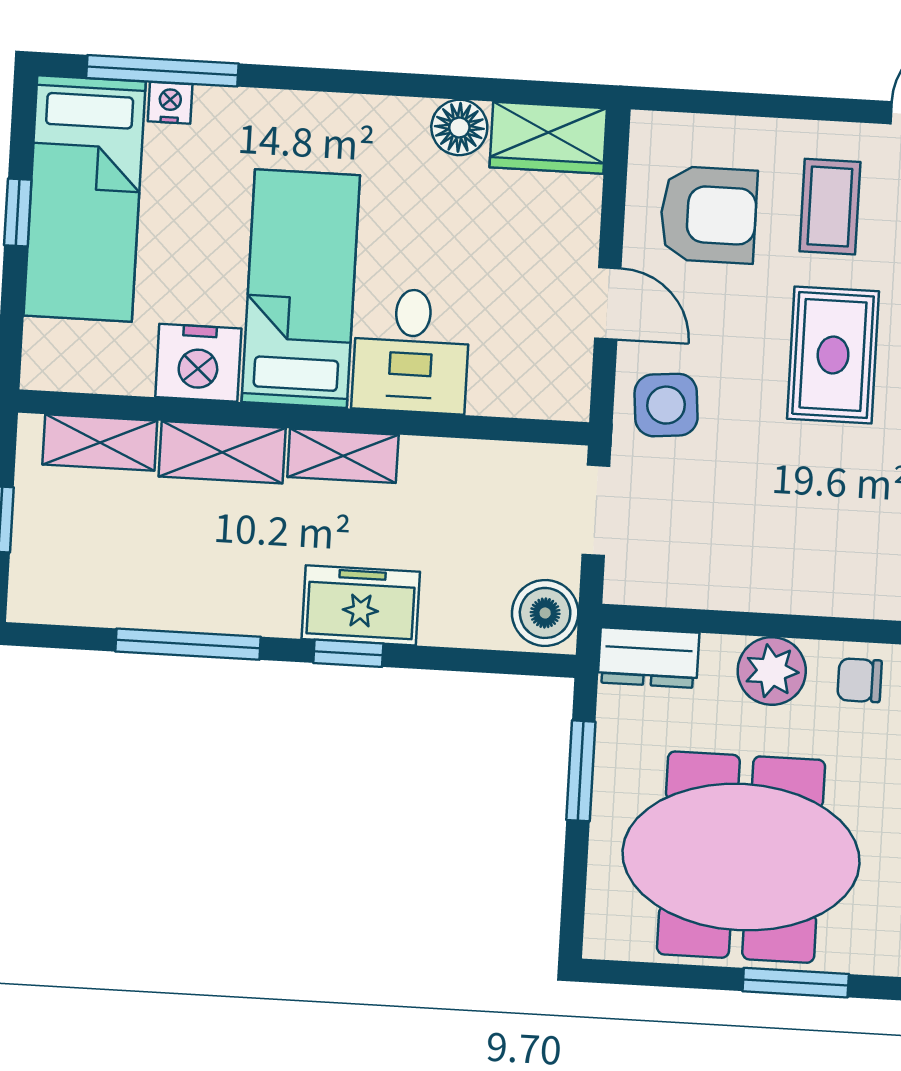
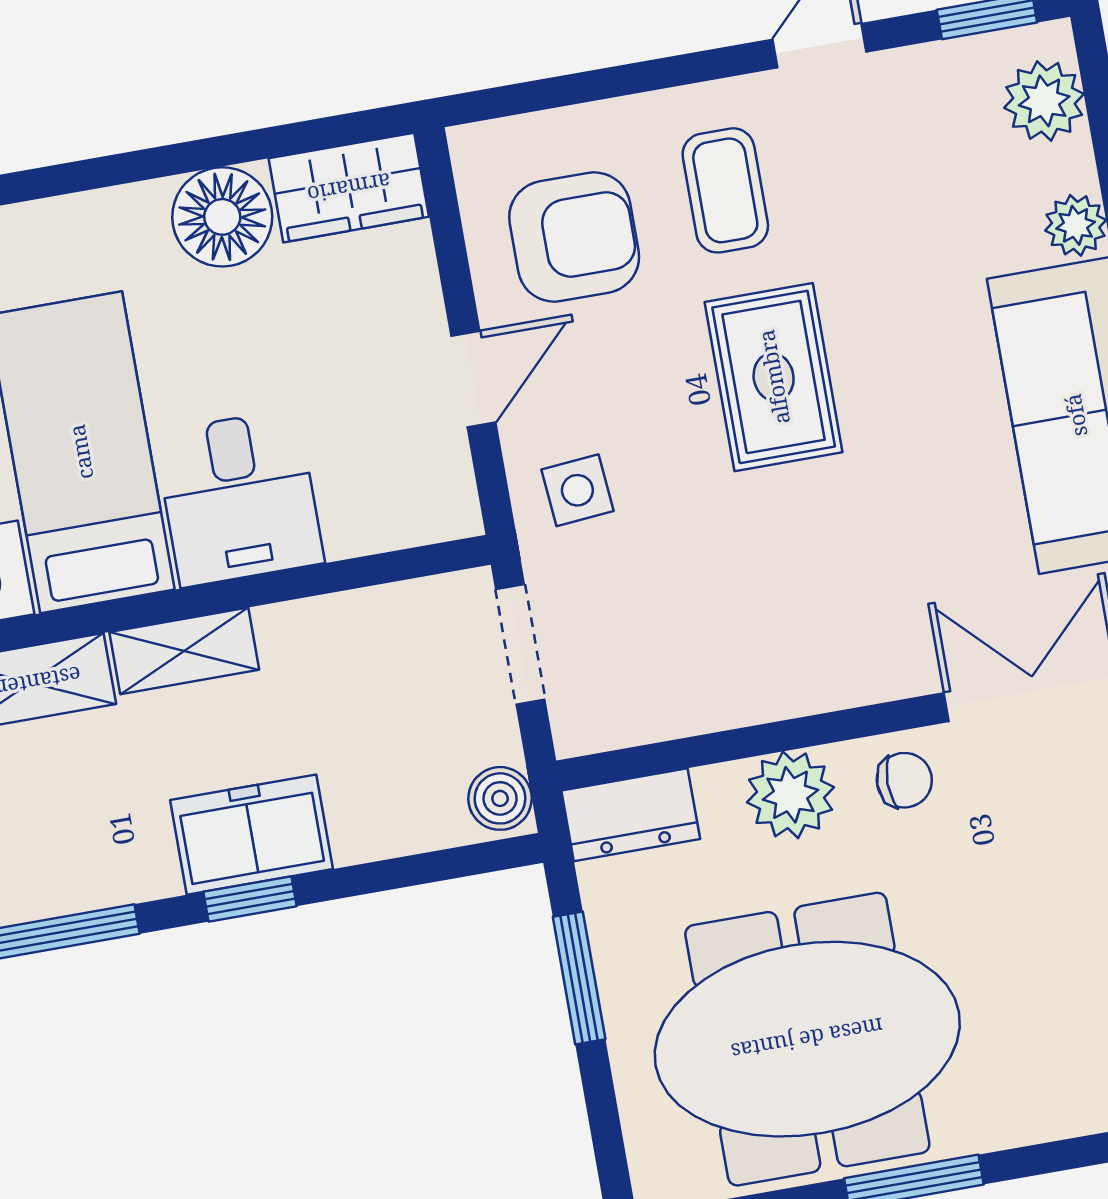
floor lamp: (459, 127) -> (222, 217), width x1.38, depth x1.38
door: (608, 303) -> (473, 379), hinge flipped
side table: (666, 405) -> (577, 490), width x0.73, depth x0.73
boiler: (545, 613) -> (500, 798), width x0.73, depth x0.73
chair: (860, 680) -> (904, 780), turned 180

